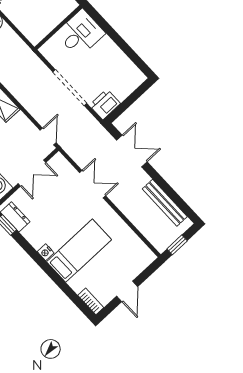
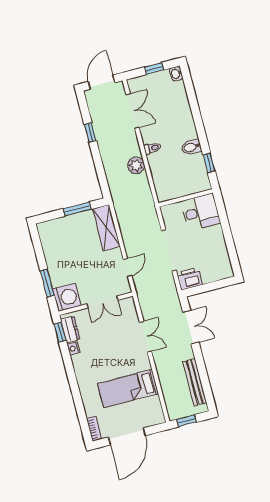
door: (48, 136) -> (128, 268), moved
bed: (79, 251) -> (128, 389), moved, turned 180
nightstand: (46, 252) -> (74, 348), moved
door: (127, 291) -> (127, 436), width x1.87

